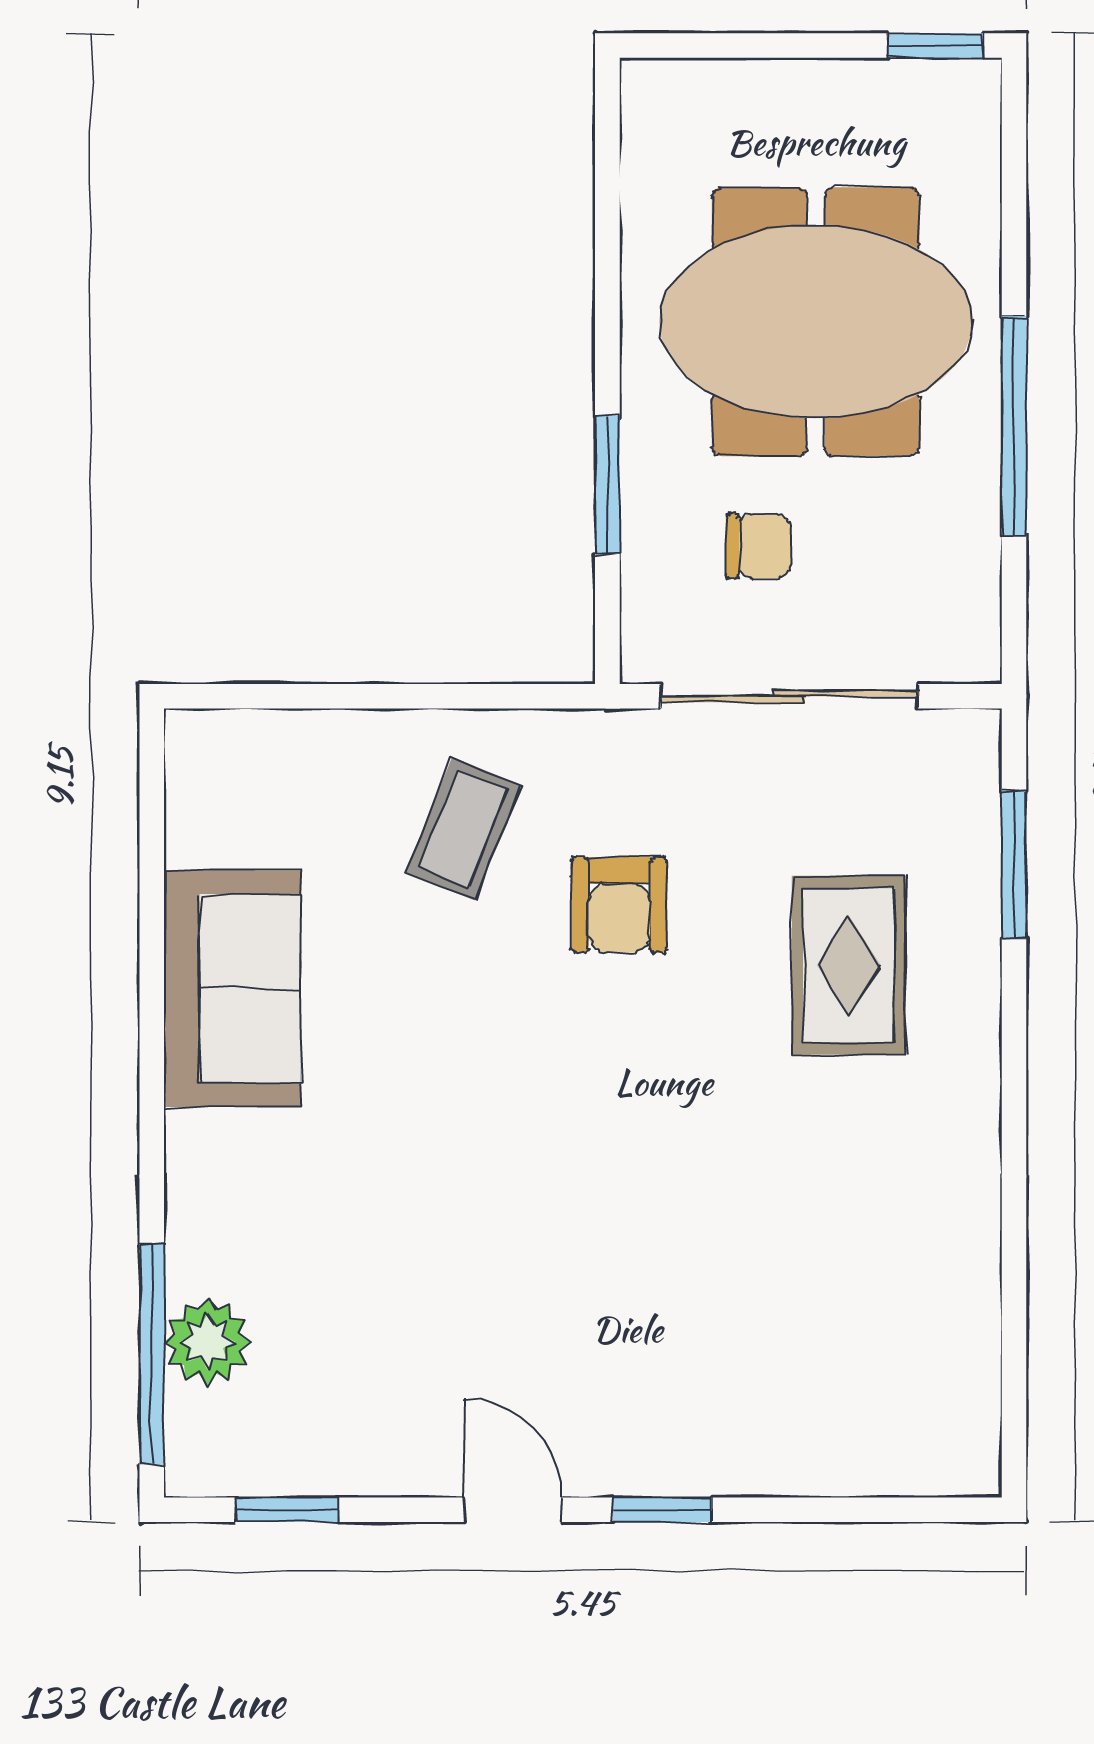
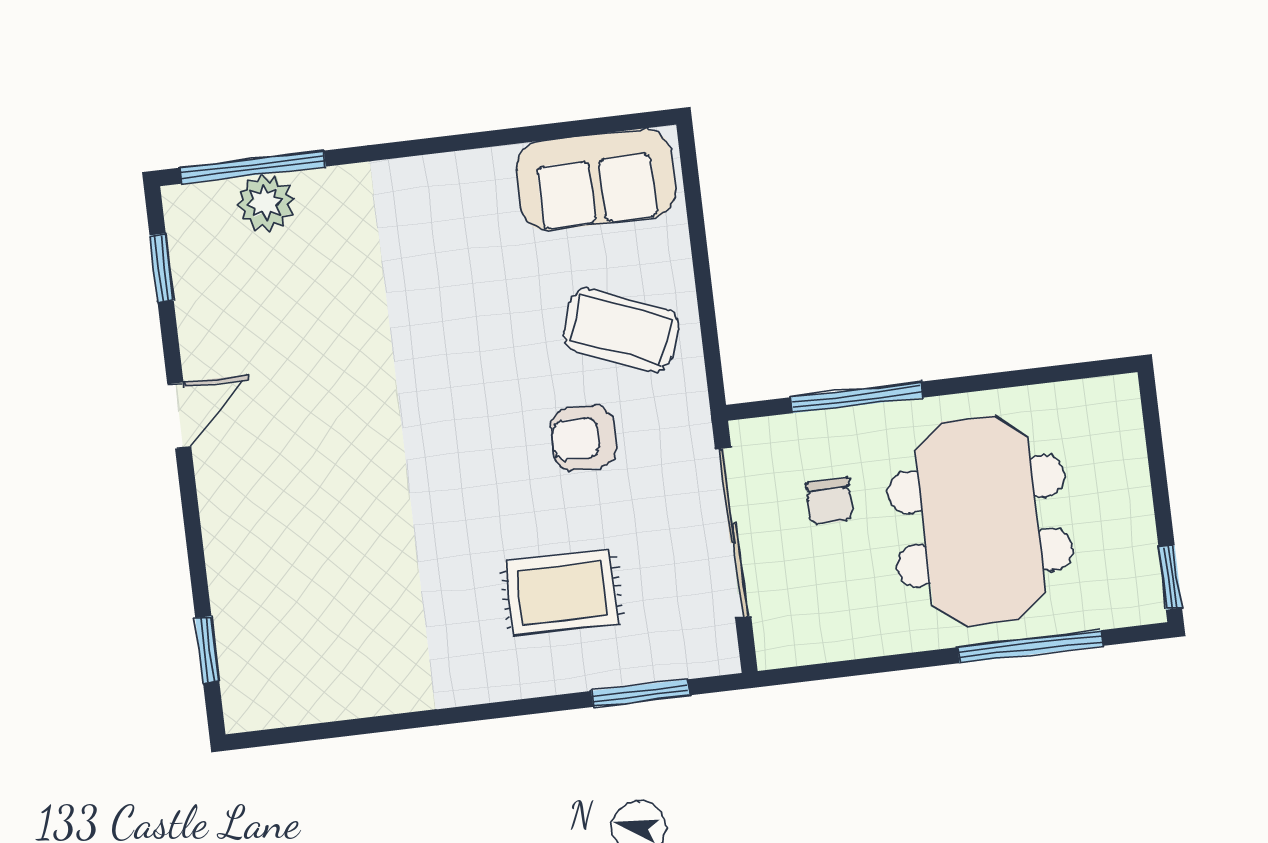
window: (1014, 426) -> (1030, 647), moved
window: (607, 485) -> (857, 397), width x1.44
coffee table: (463, 829) -> (621, 330), width x1.36, depth x1.30
sofa: (232, 989) -> (596, 180), moved
window: (662, 1510) -> (207, 650), moved

